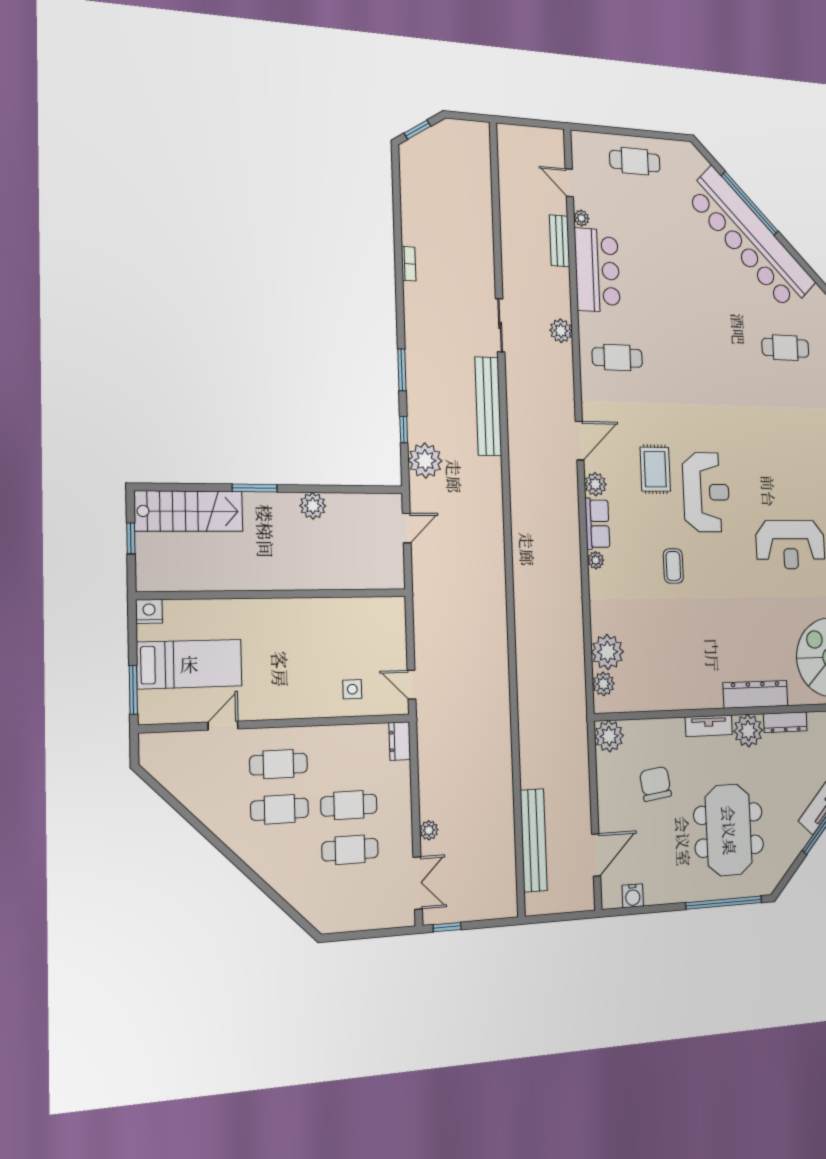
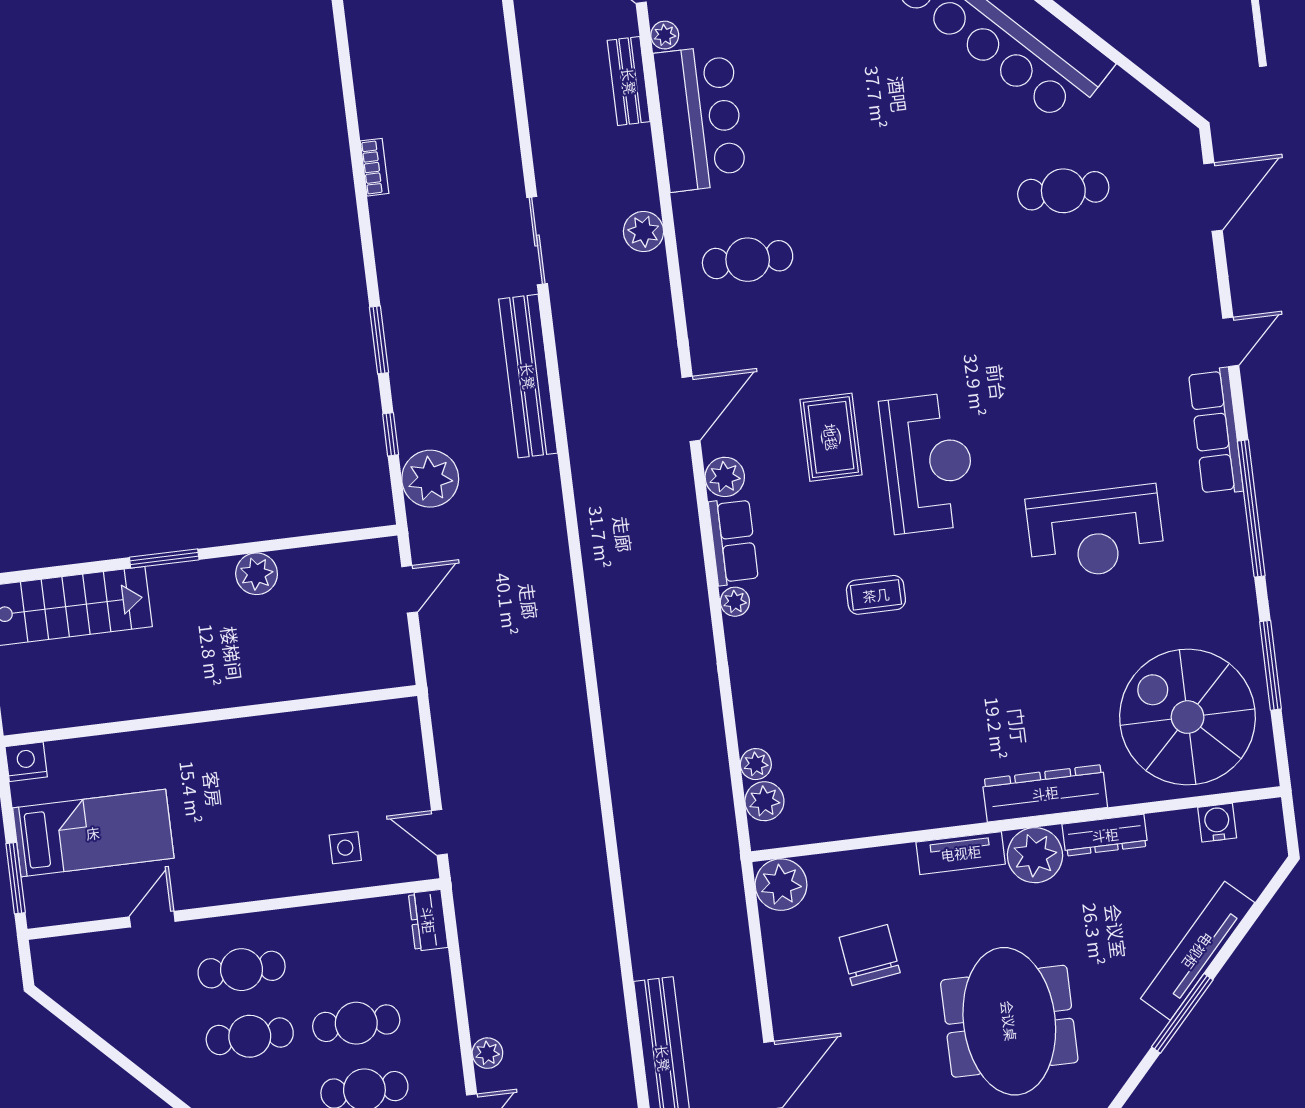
coffee table: (673, 566) -> (876, 595), turned 90
plant: (608, 652) -> (756, 764), width x0.53, depth x0.53

